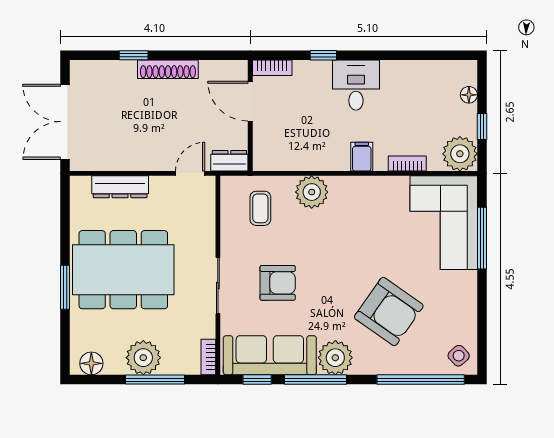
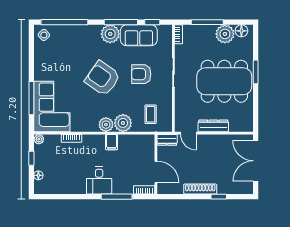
window: (323, 55) -> (117, 197), width x2.17
double door: (65, 122) -> (256, 161), swing flipped
plant: (460, 154) -> (39, 139), width x0.53, depth x0.53
filing cabinet: (362, 157) -> (112, 142), moved
door: (190, 173) -> (188, 133), hinge flipped
dresser: (120, 187) -> (213, 126), moved
plant: (343, 189) -> (106, 125), added
armchair: (389, 312) -> (103, 78), moved
sofa: (270, 355) -> (139, 35), width x0.73
plant: (143, 358) -> (225, 34), moved

